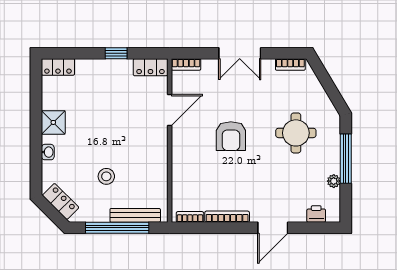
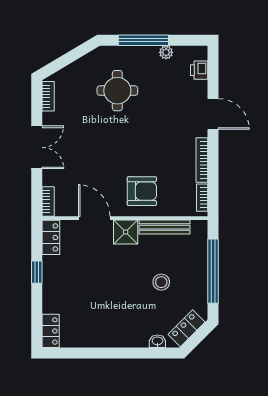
shower: (53, 122) -> (126, 232), moved
armchair: (231, 136) -> (142, 191), moved
washbasin: (48, 152) -> (157, 341), moved
bench: (135, 215) -> (164, 227), moved, turned 90

